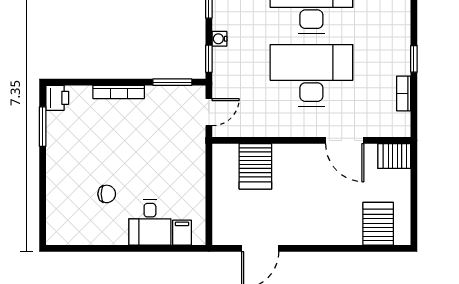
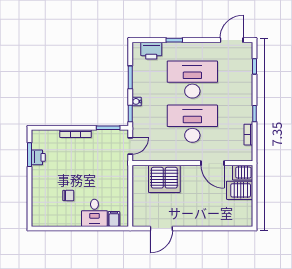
printer: (57, 98) -> (38, 157), moved
server rack: (255, 166) -> (164, 179), width x1.60
server rack: (378, 224) -> (240, 190), moved, turned -90

